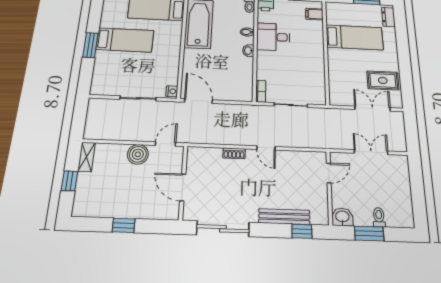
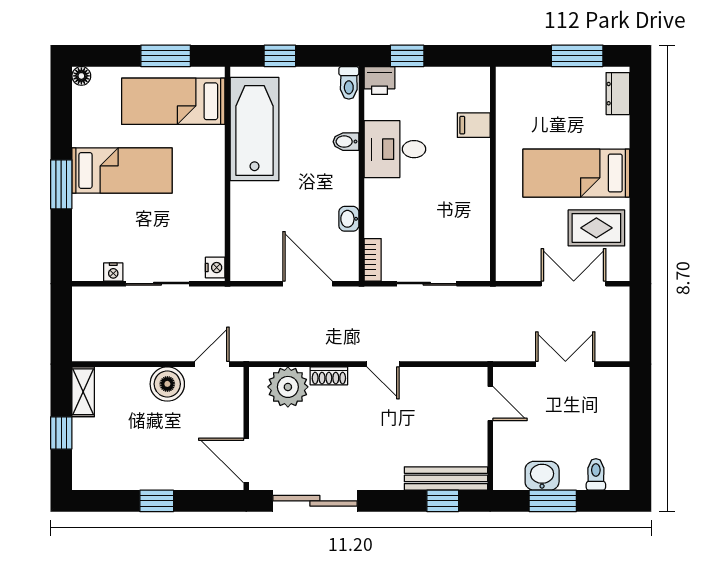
filing cabinet: (314, 14) -> (474, 125), moved
bed: (354, 37) -> (576, 173), moved, turned 180
washbasin: (248, 51) -> (349, 219), moved
nightstand: (113, 91) -> (113, 272), added
door: (198, 101) -> (308, 284), moved
plant: (210, 159) -> (288, 387), added
door: (329, 173) -> (490, 403), hinge flipped
door: (183, 187) -> (246, 460), moved
bench: (284, 217) -> (446, 478), moved
washbasin: (342, 217) -> (542, 476), moved
toilet: (379, 217) -> (596, 474), moved

